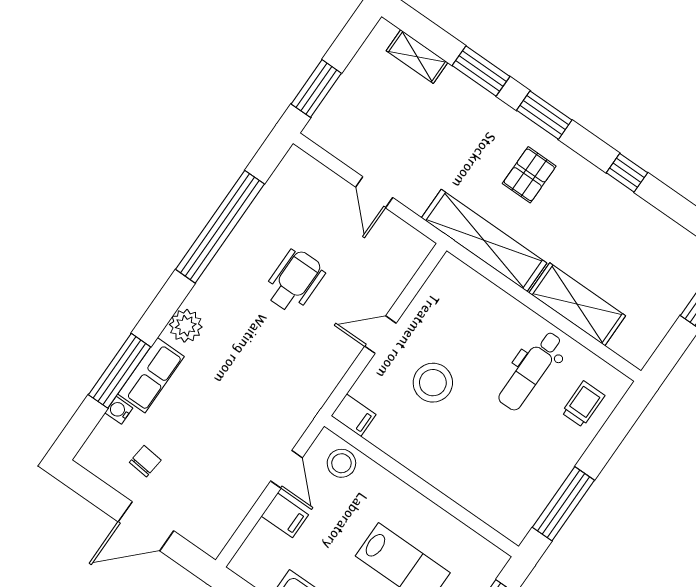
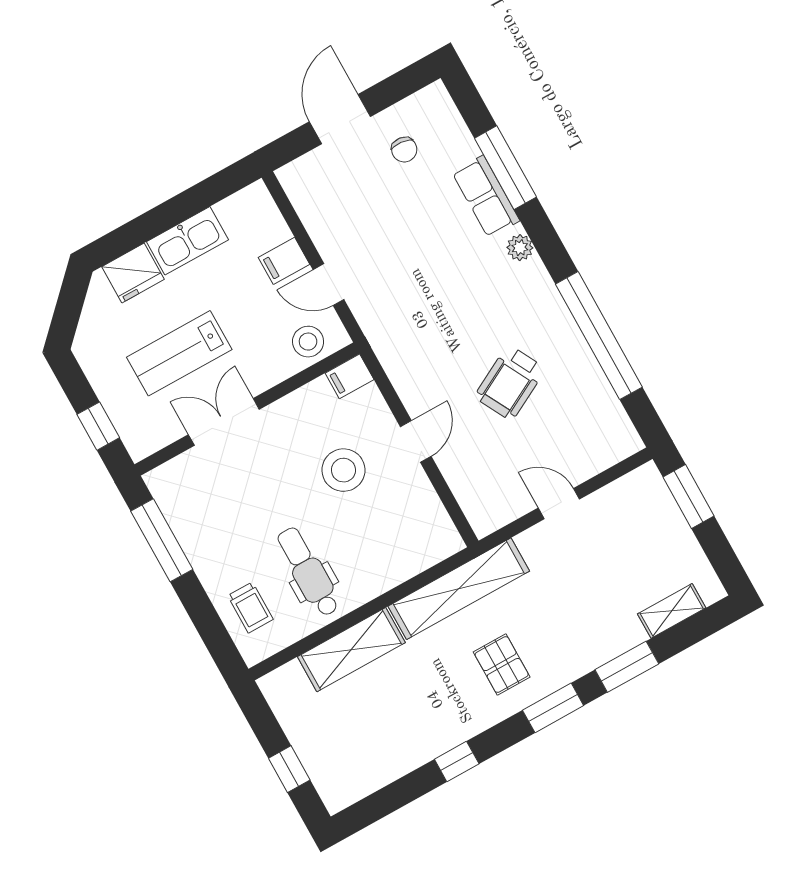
wheelchair: (294, 281) -> (510, 383), turned 62
plant: (186, 326) -> (520, 248), width x0.73, depth x0.73
water cooler: (119, 410) -> (467, 148), removed
double door: (441, 500) -> (224, 422), added

